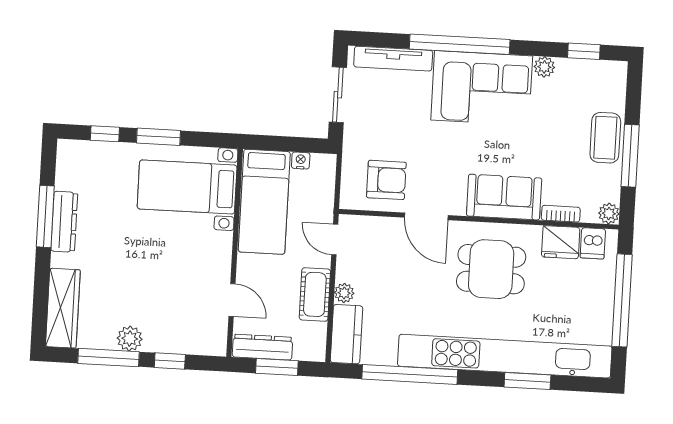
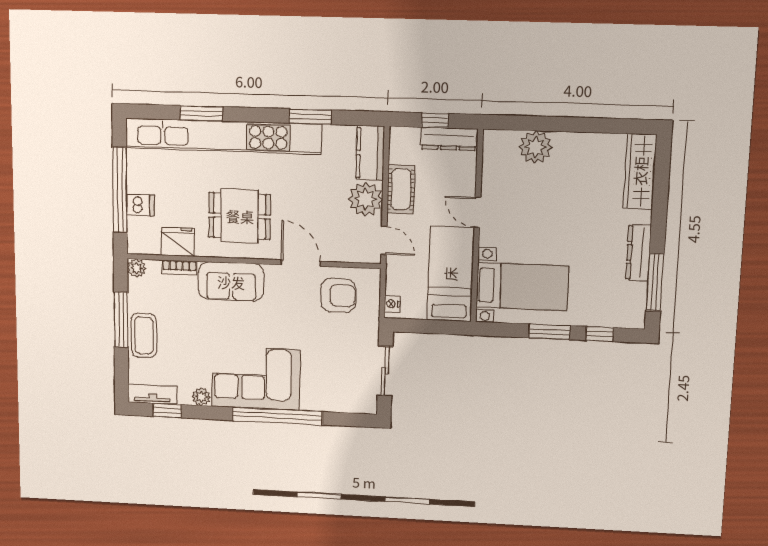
tv unit: (393, 59) -> (152, 394), moved, width x0.71
nightstand: (301, 161) -> (392, 304), moved, turned 90
armchair: (386, 180) -> (338, 295), turned 180
window: (45, 216) -> (655, 282), moved
dishwasher: (593, 243) -> (140, 205), moved, turned 90
plant: (344, 293) -> (365, 199), width x1.87, depth x1.87
door: (232, 300) -> (477, 212), moved
plant: (130, 339) -> (536, 147), moved, width x1.36, depth x1.36
window: (109, 358) -> (596, 125), removed
window: (170, 361) -> (537, 123), removed
window: (277, 367) -> (435, 120), width x0.67
window: (410, 374) -> (310, 117), width x0.47

